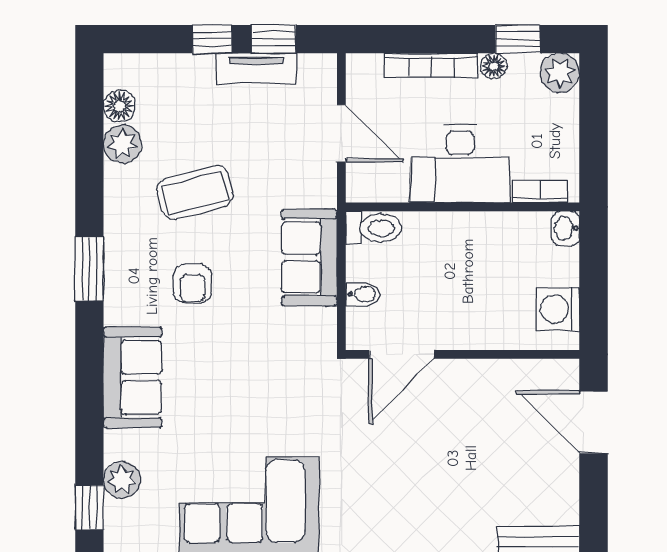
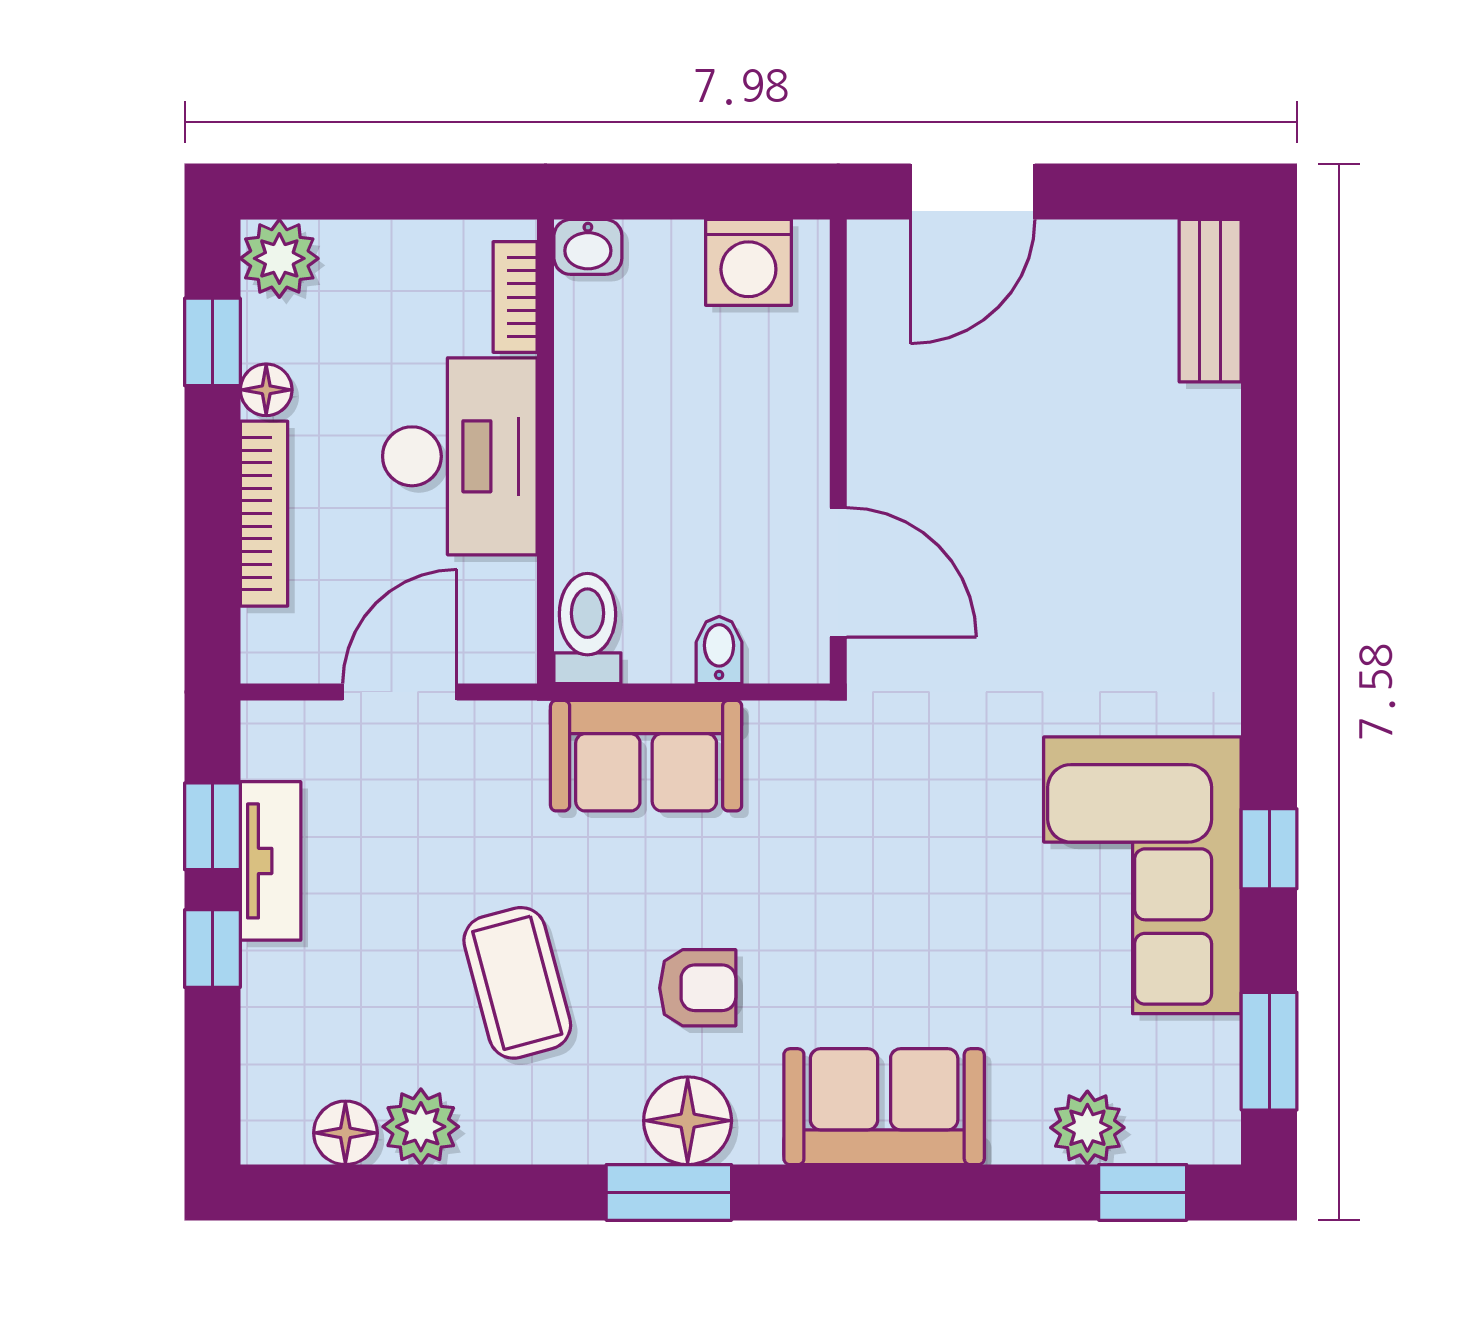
floor lamp: (126, 278) -> (688, 1121), added

